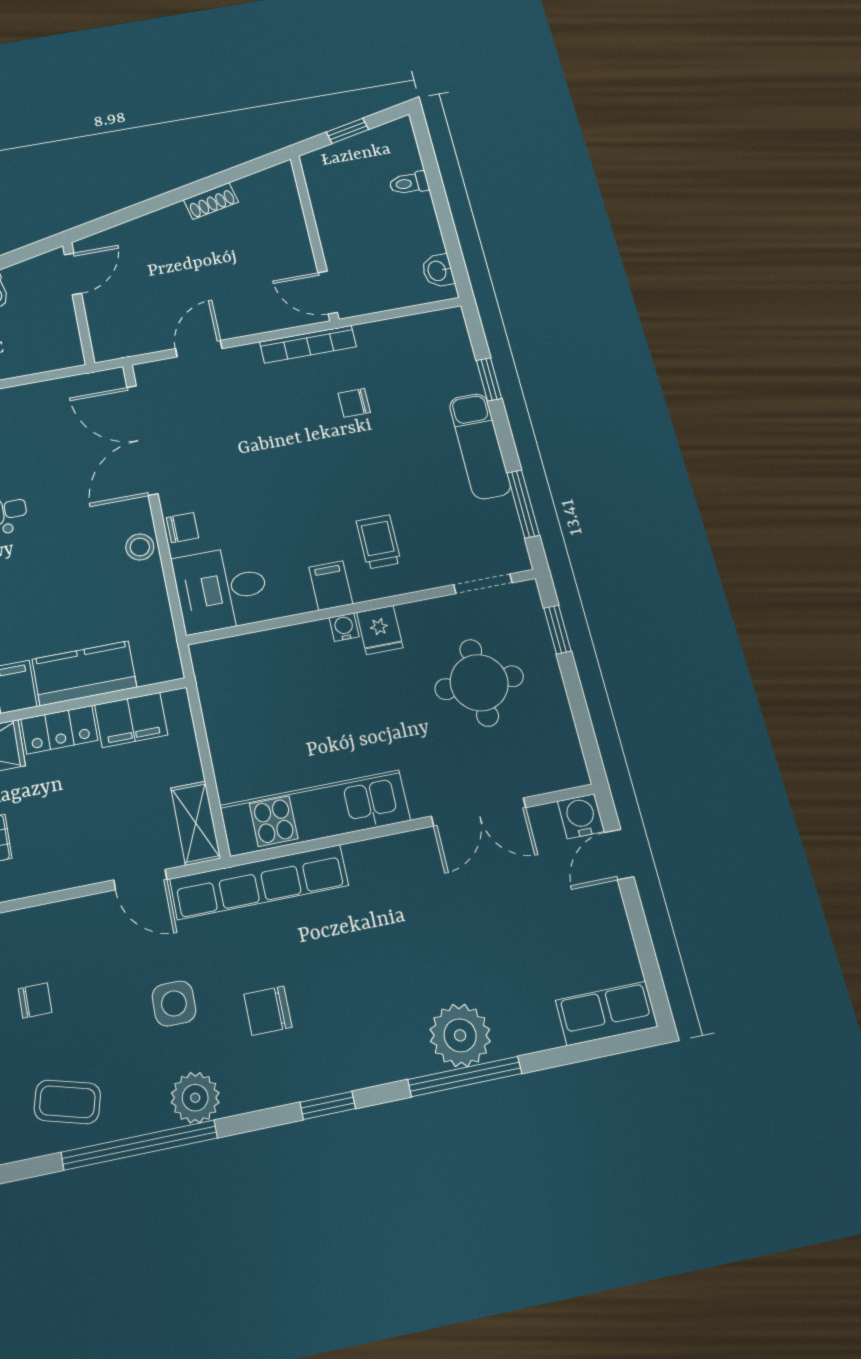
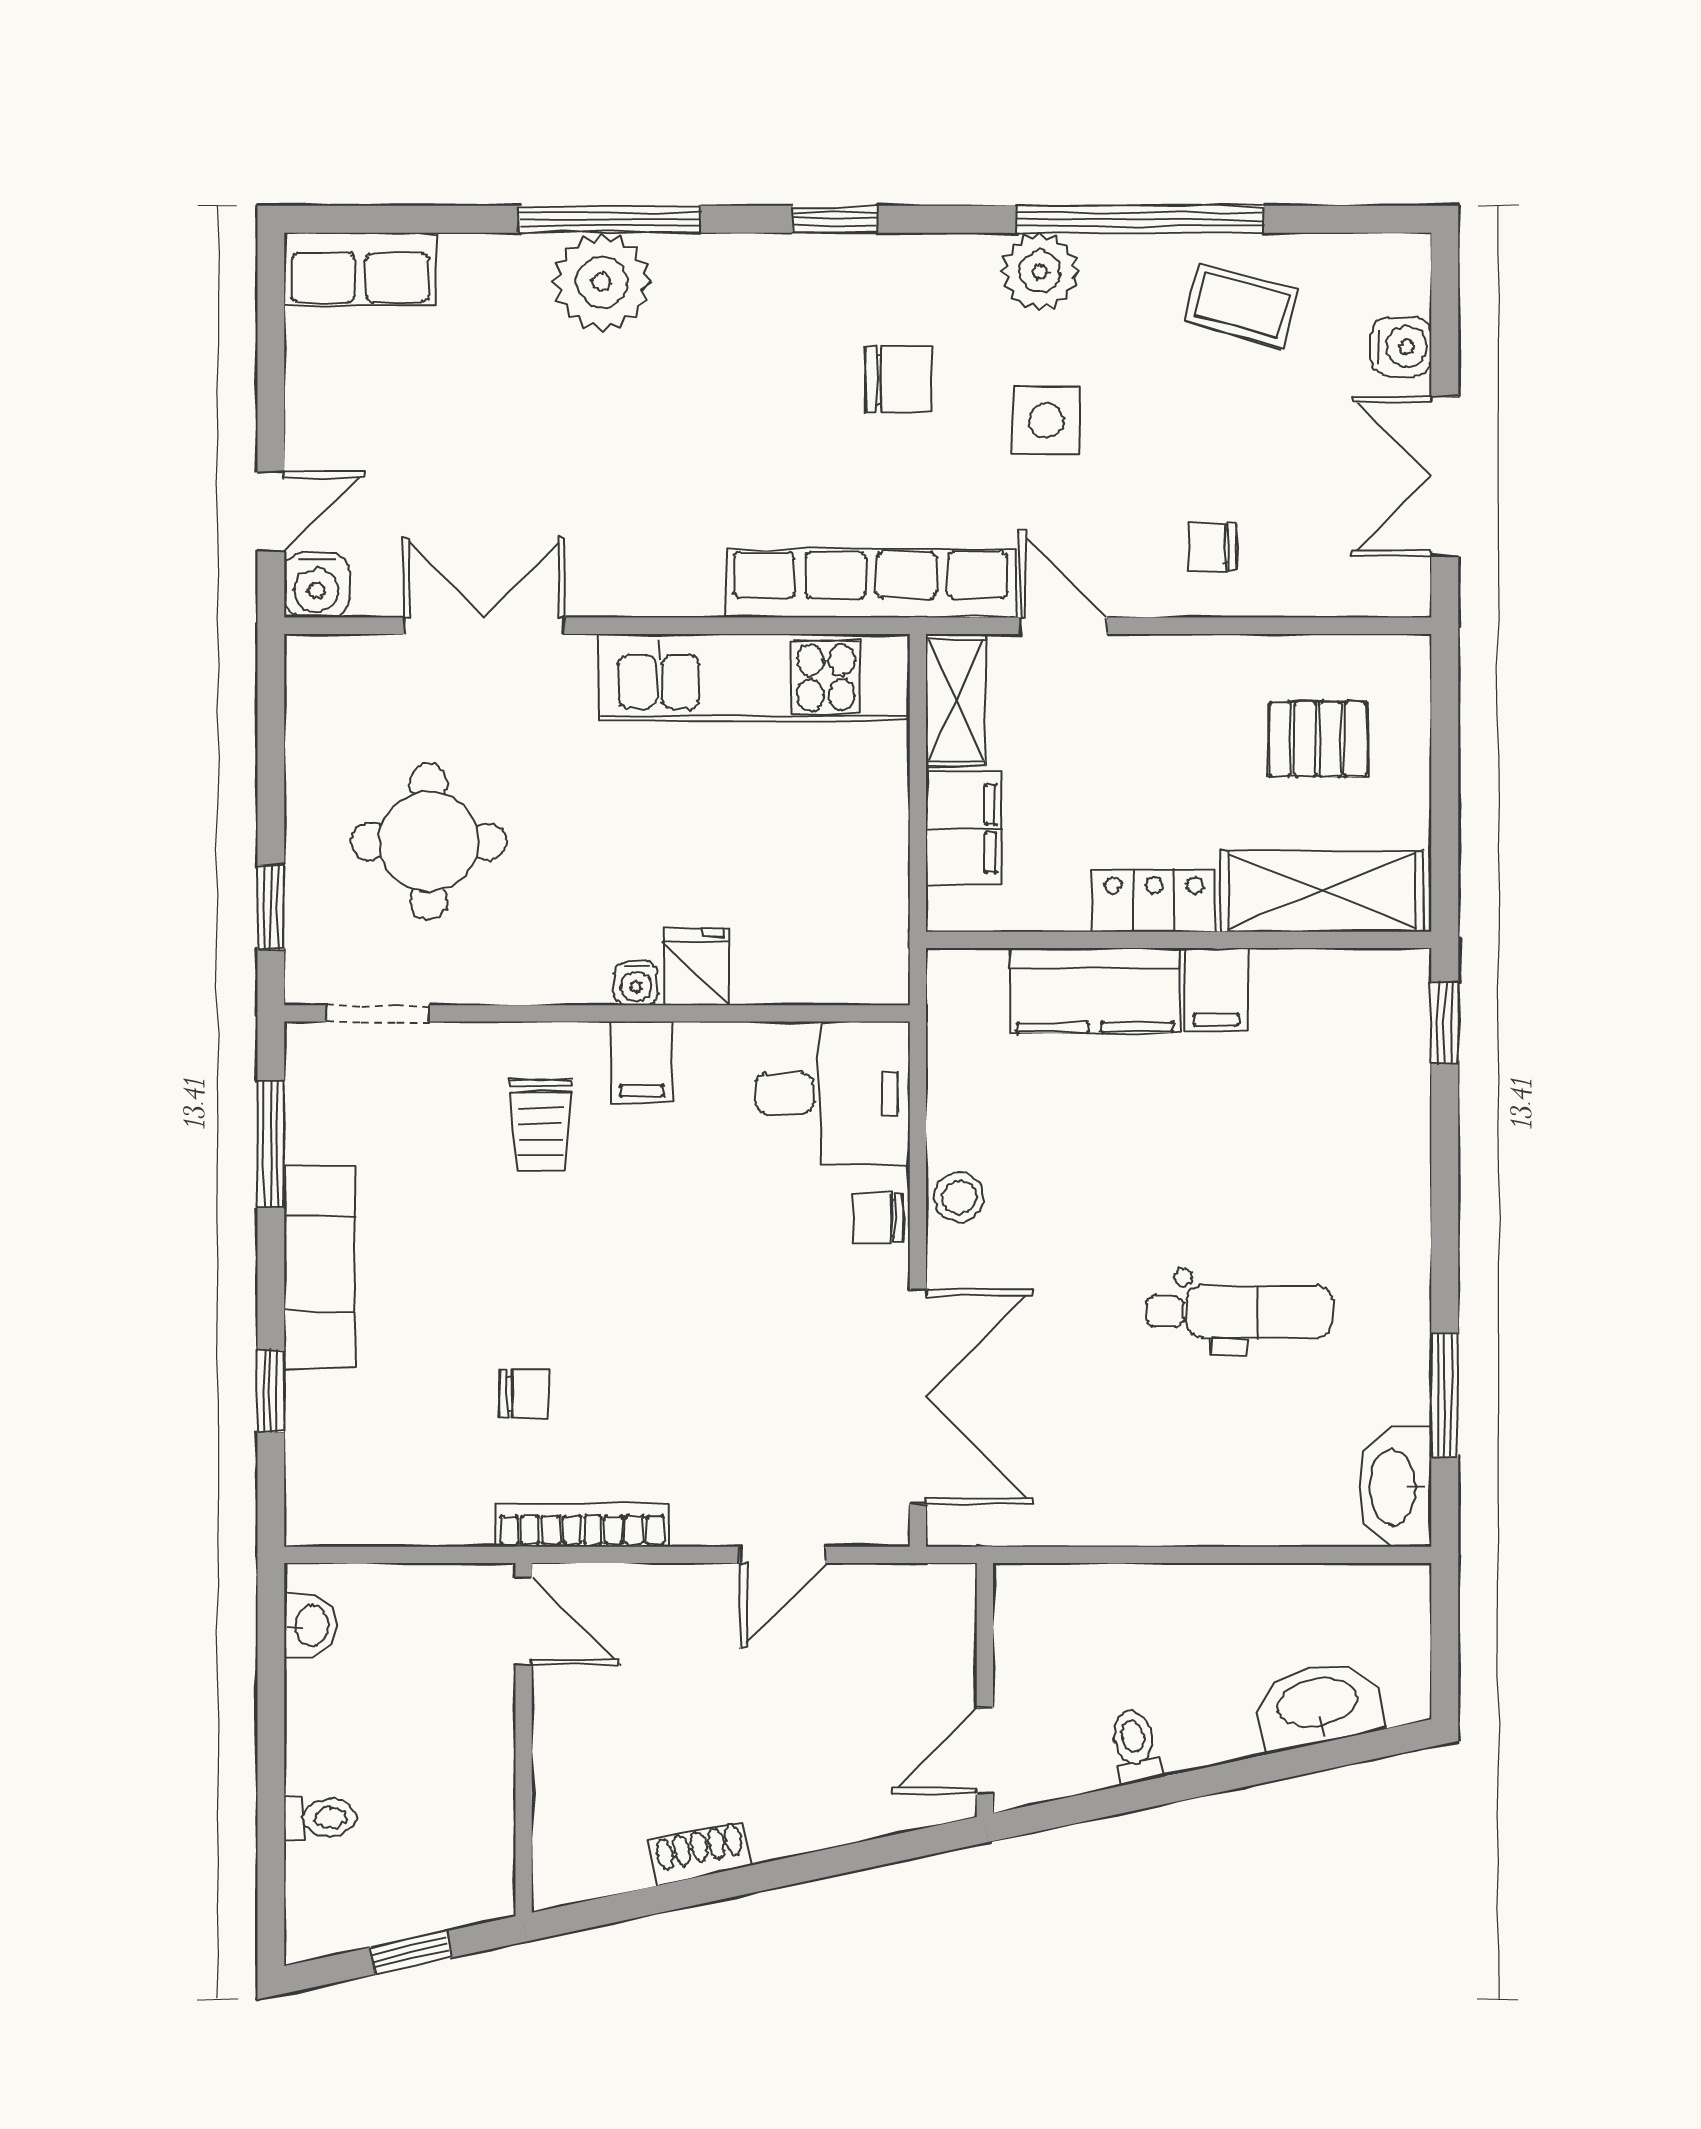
fridge: (380, 630) -> (696, 966), moved
filing cabinet: (131, 720) -> (964, 828), moved, turned 90
chair: (35, 1000) -> (1212, 547), moved

